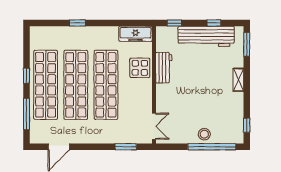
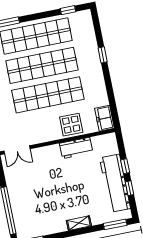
window: (174, 23) -> (125, 166), moved
freezer: (135, 34) -> (104, 118), width x0.71
window: (27, 76) -> (68, 10), moved
stool: (204, 134) -> (19, 201), removed

